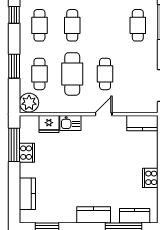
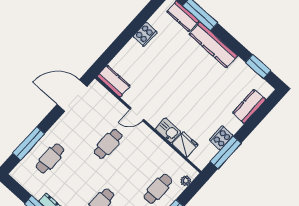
cafe table: (72, 74) -> (133, 166), removed
plant: (29, 103) -> (186, 181), width x0.53, depth x0.53
kitchen counter: (94, 215) -> (213, 45), width x1.50

